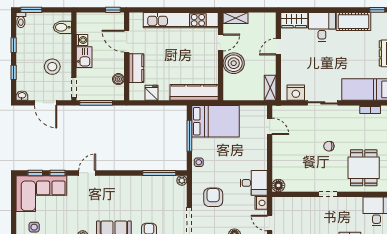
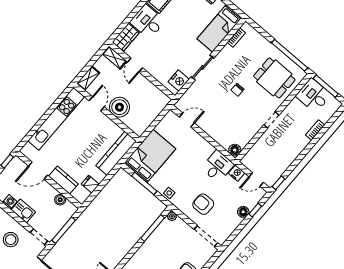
shelving: (270, 88) -> (114, 58), moved

